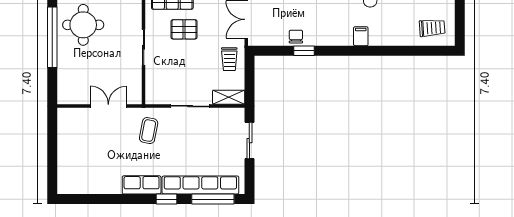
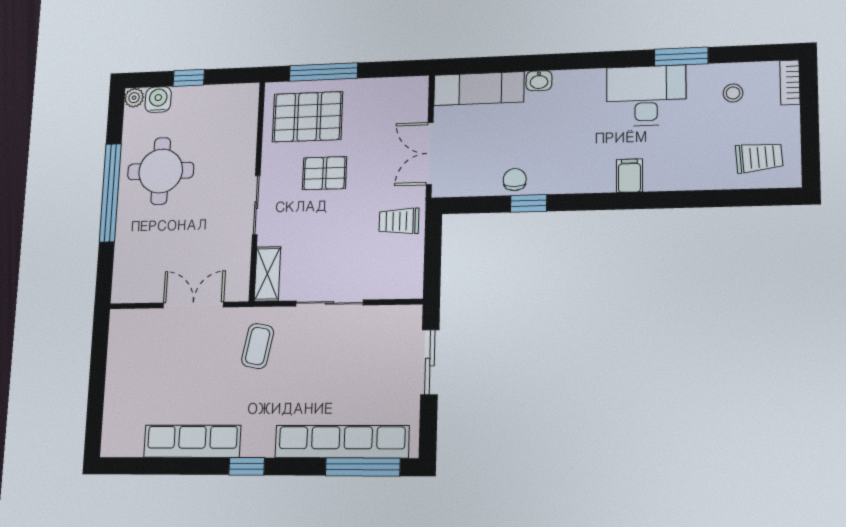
trolley: (229, 59) -> (399, 221), turned 90
shelving: (229, 97) -> (267, 274), moved, turned 90
row of seats: (142, 185) -> (192, 441), moved, width x1.48
window: (167, 199) -> (247, 466), moved

